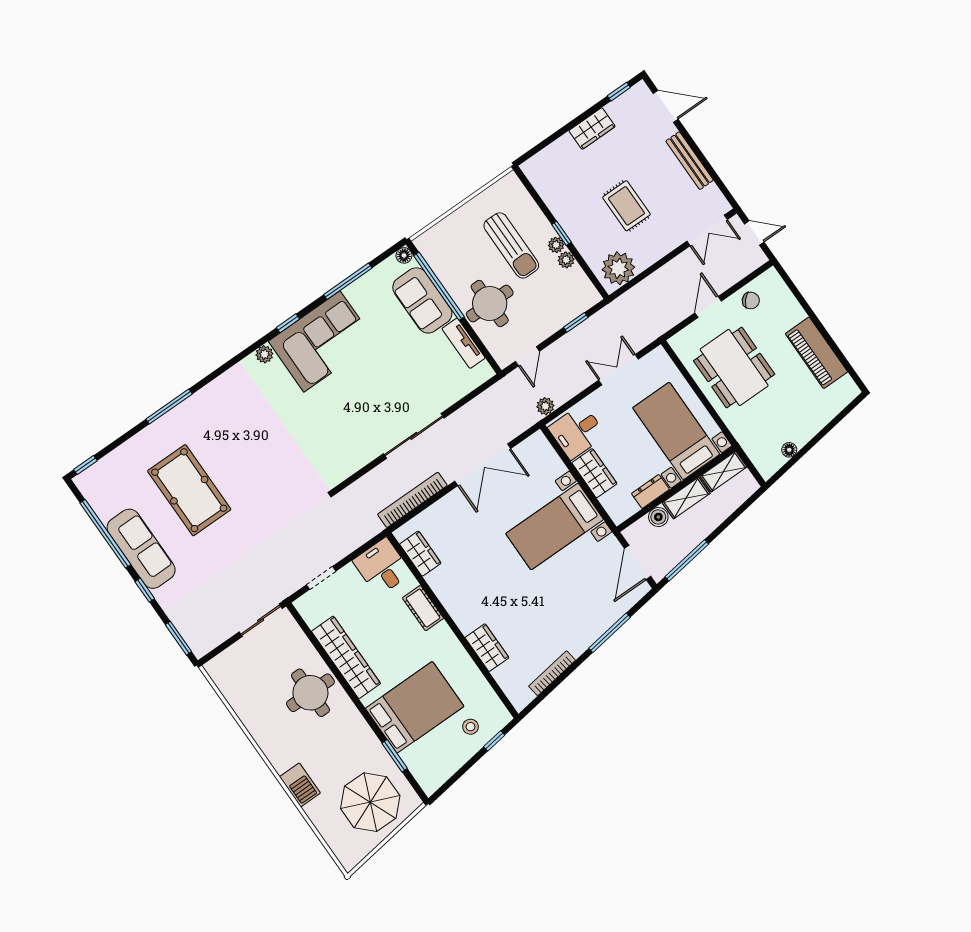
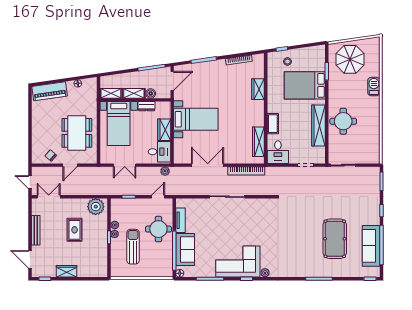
piano: (816, 353) -> (50, 91), moved, turned 82
sofa: (141, 549) -> (371, 246), moved
wardrobe: (420, 554) -> (258, 142), width x1.50

